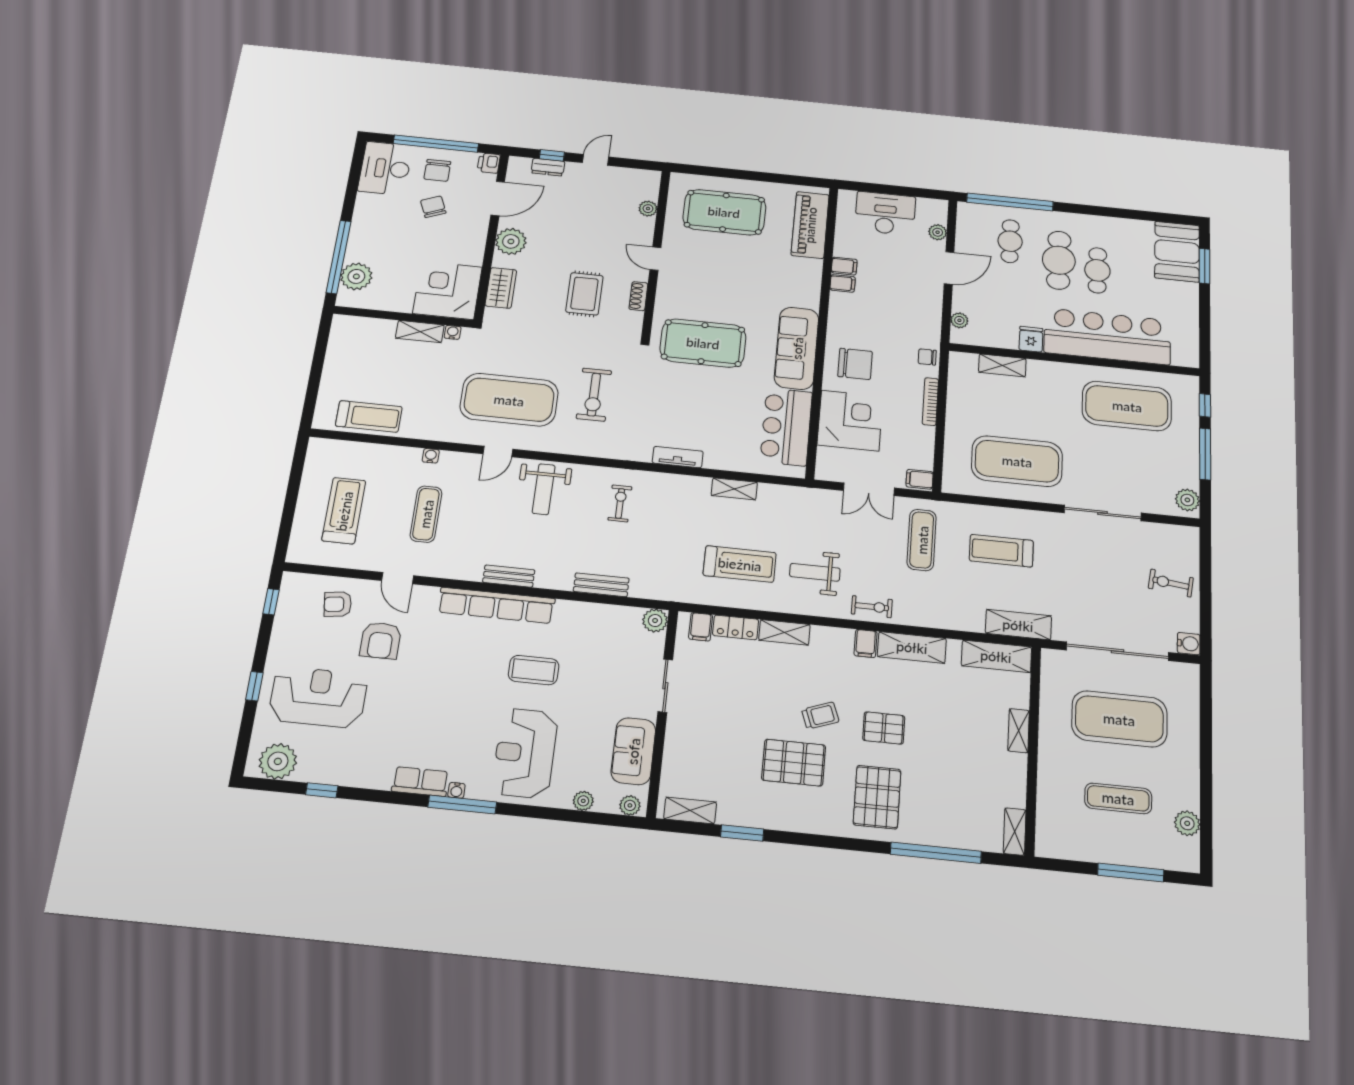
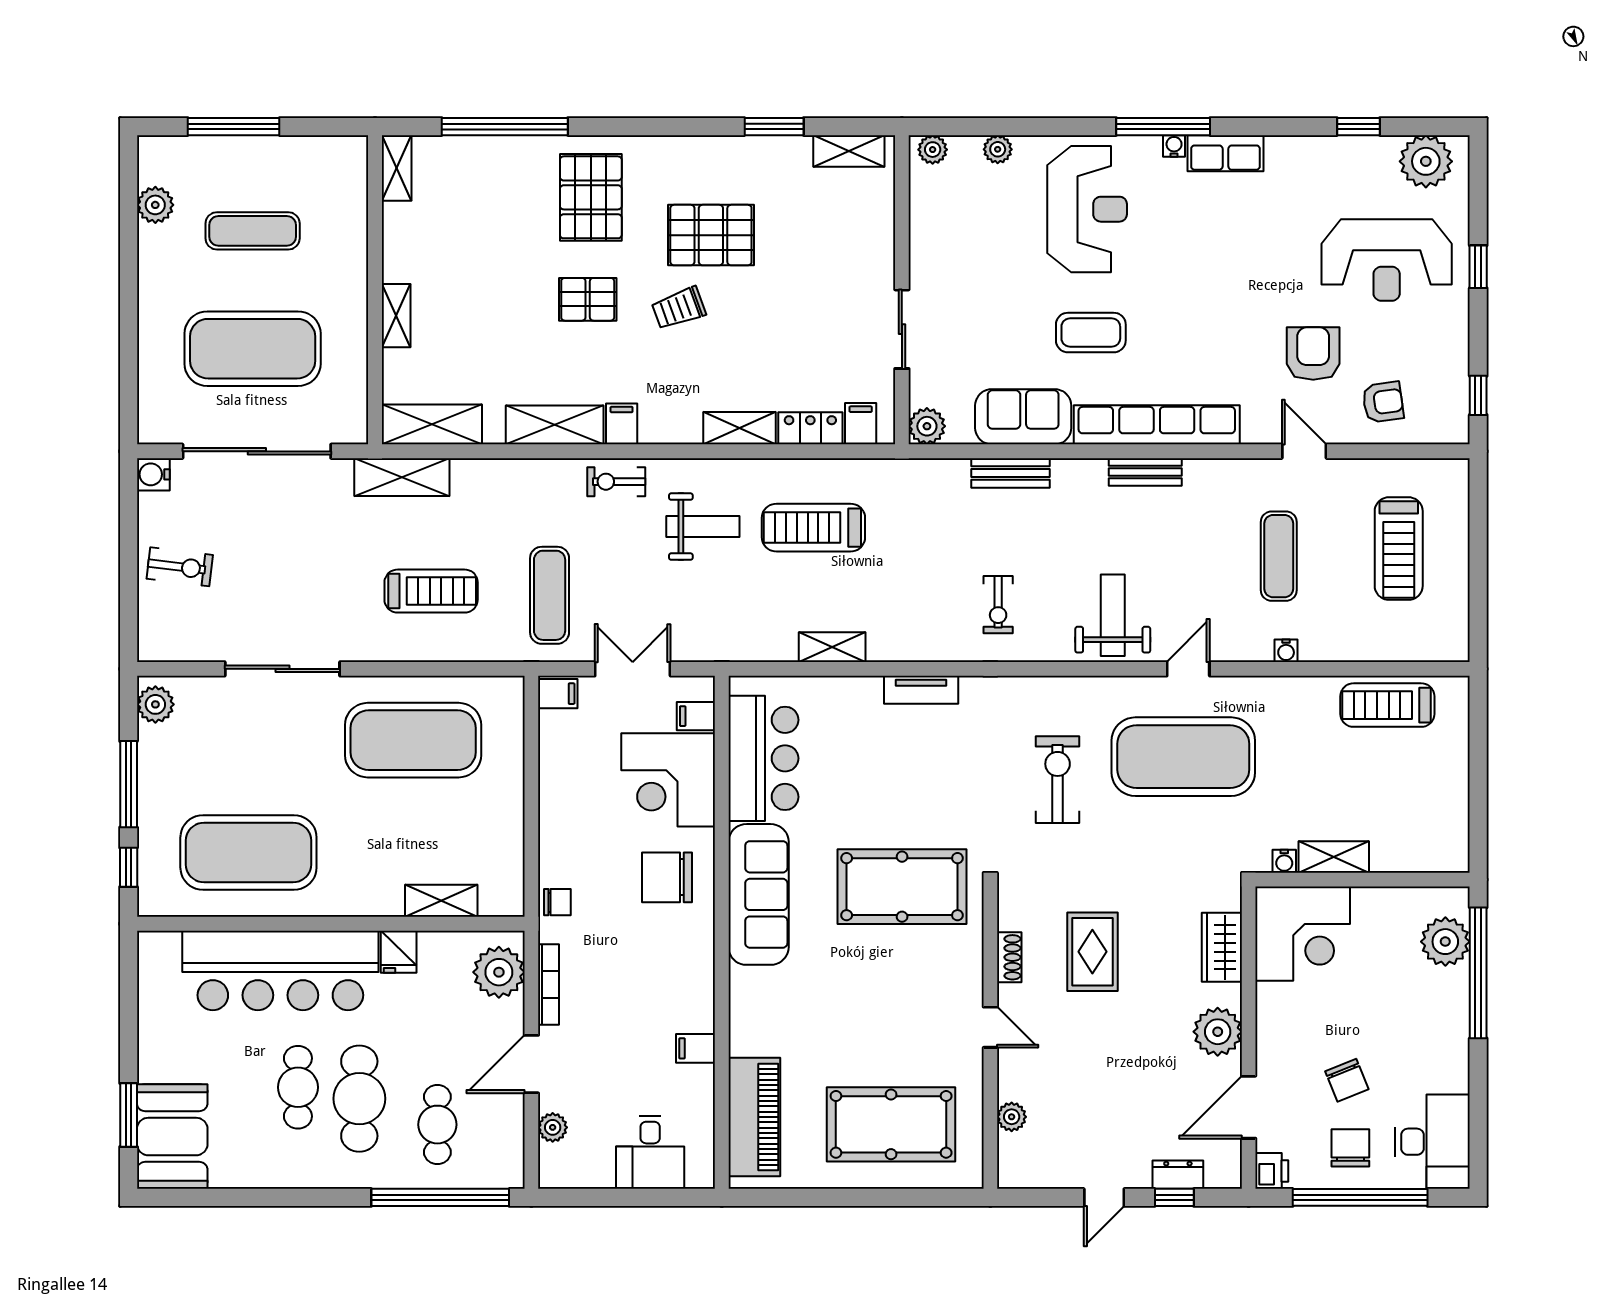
desk: (885, 213) -> (650, 1152), width x0.73
filing cabinet: (843, 283) -> (696, 716), moved
plant: (959, 320) -> (499, 972), width x1.88, depth x1.88
bookcase: (930, 402) -> (549, 984), moved
sofa: (633, 751) -> (1023, 417), moved, turned -90

